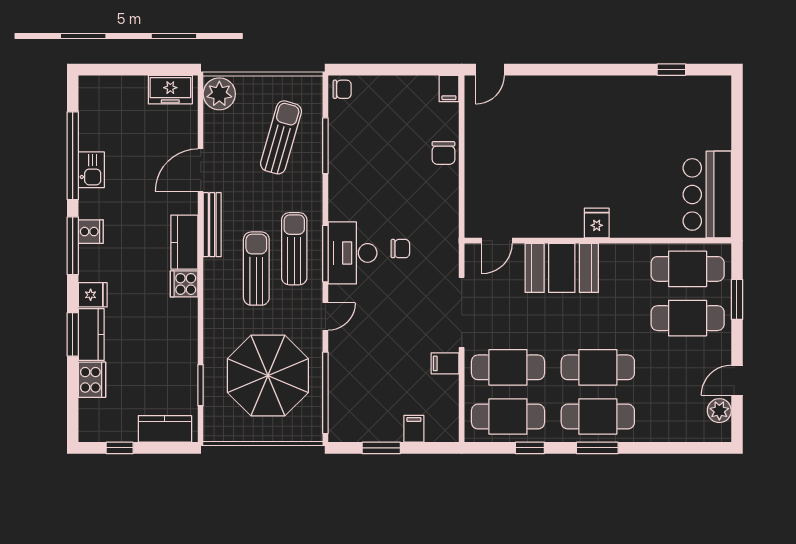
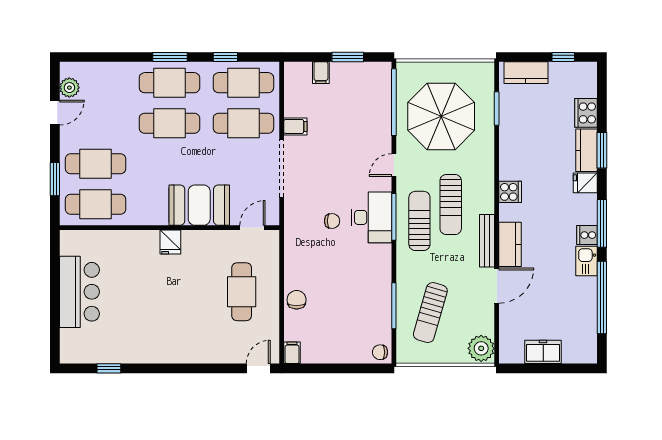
freezer: (170, 90) -> (543, 352), moved
cafe table: (510, 163) -> (242, 292), added
kitchen sink: (91, 170) -> (586, 261), moved
bar counter: (707, 194) -> (79, 292), moved
kitchen counter: (184, 242) -> (510, 244), moved
sun lounger: (294, 249) -> (419, 221), turned 180
chair: (400, 249) -> (332, 221), turned 180

